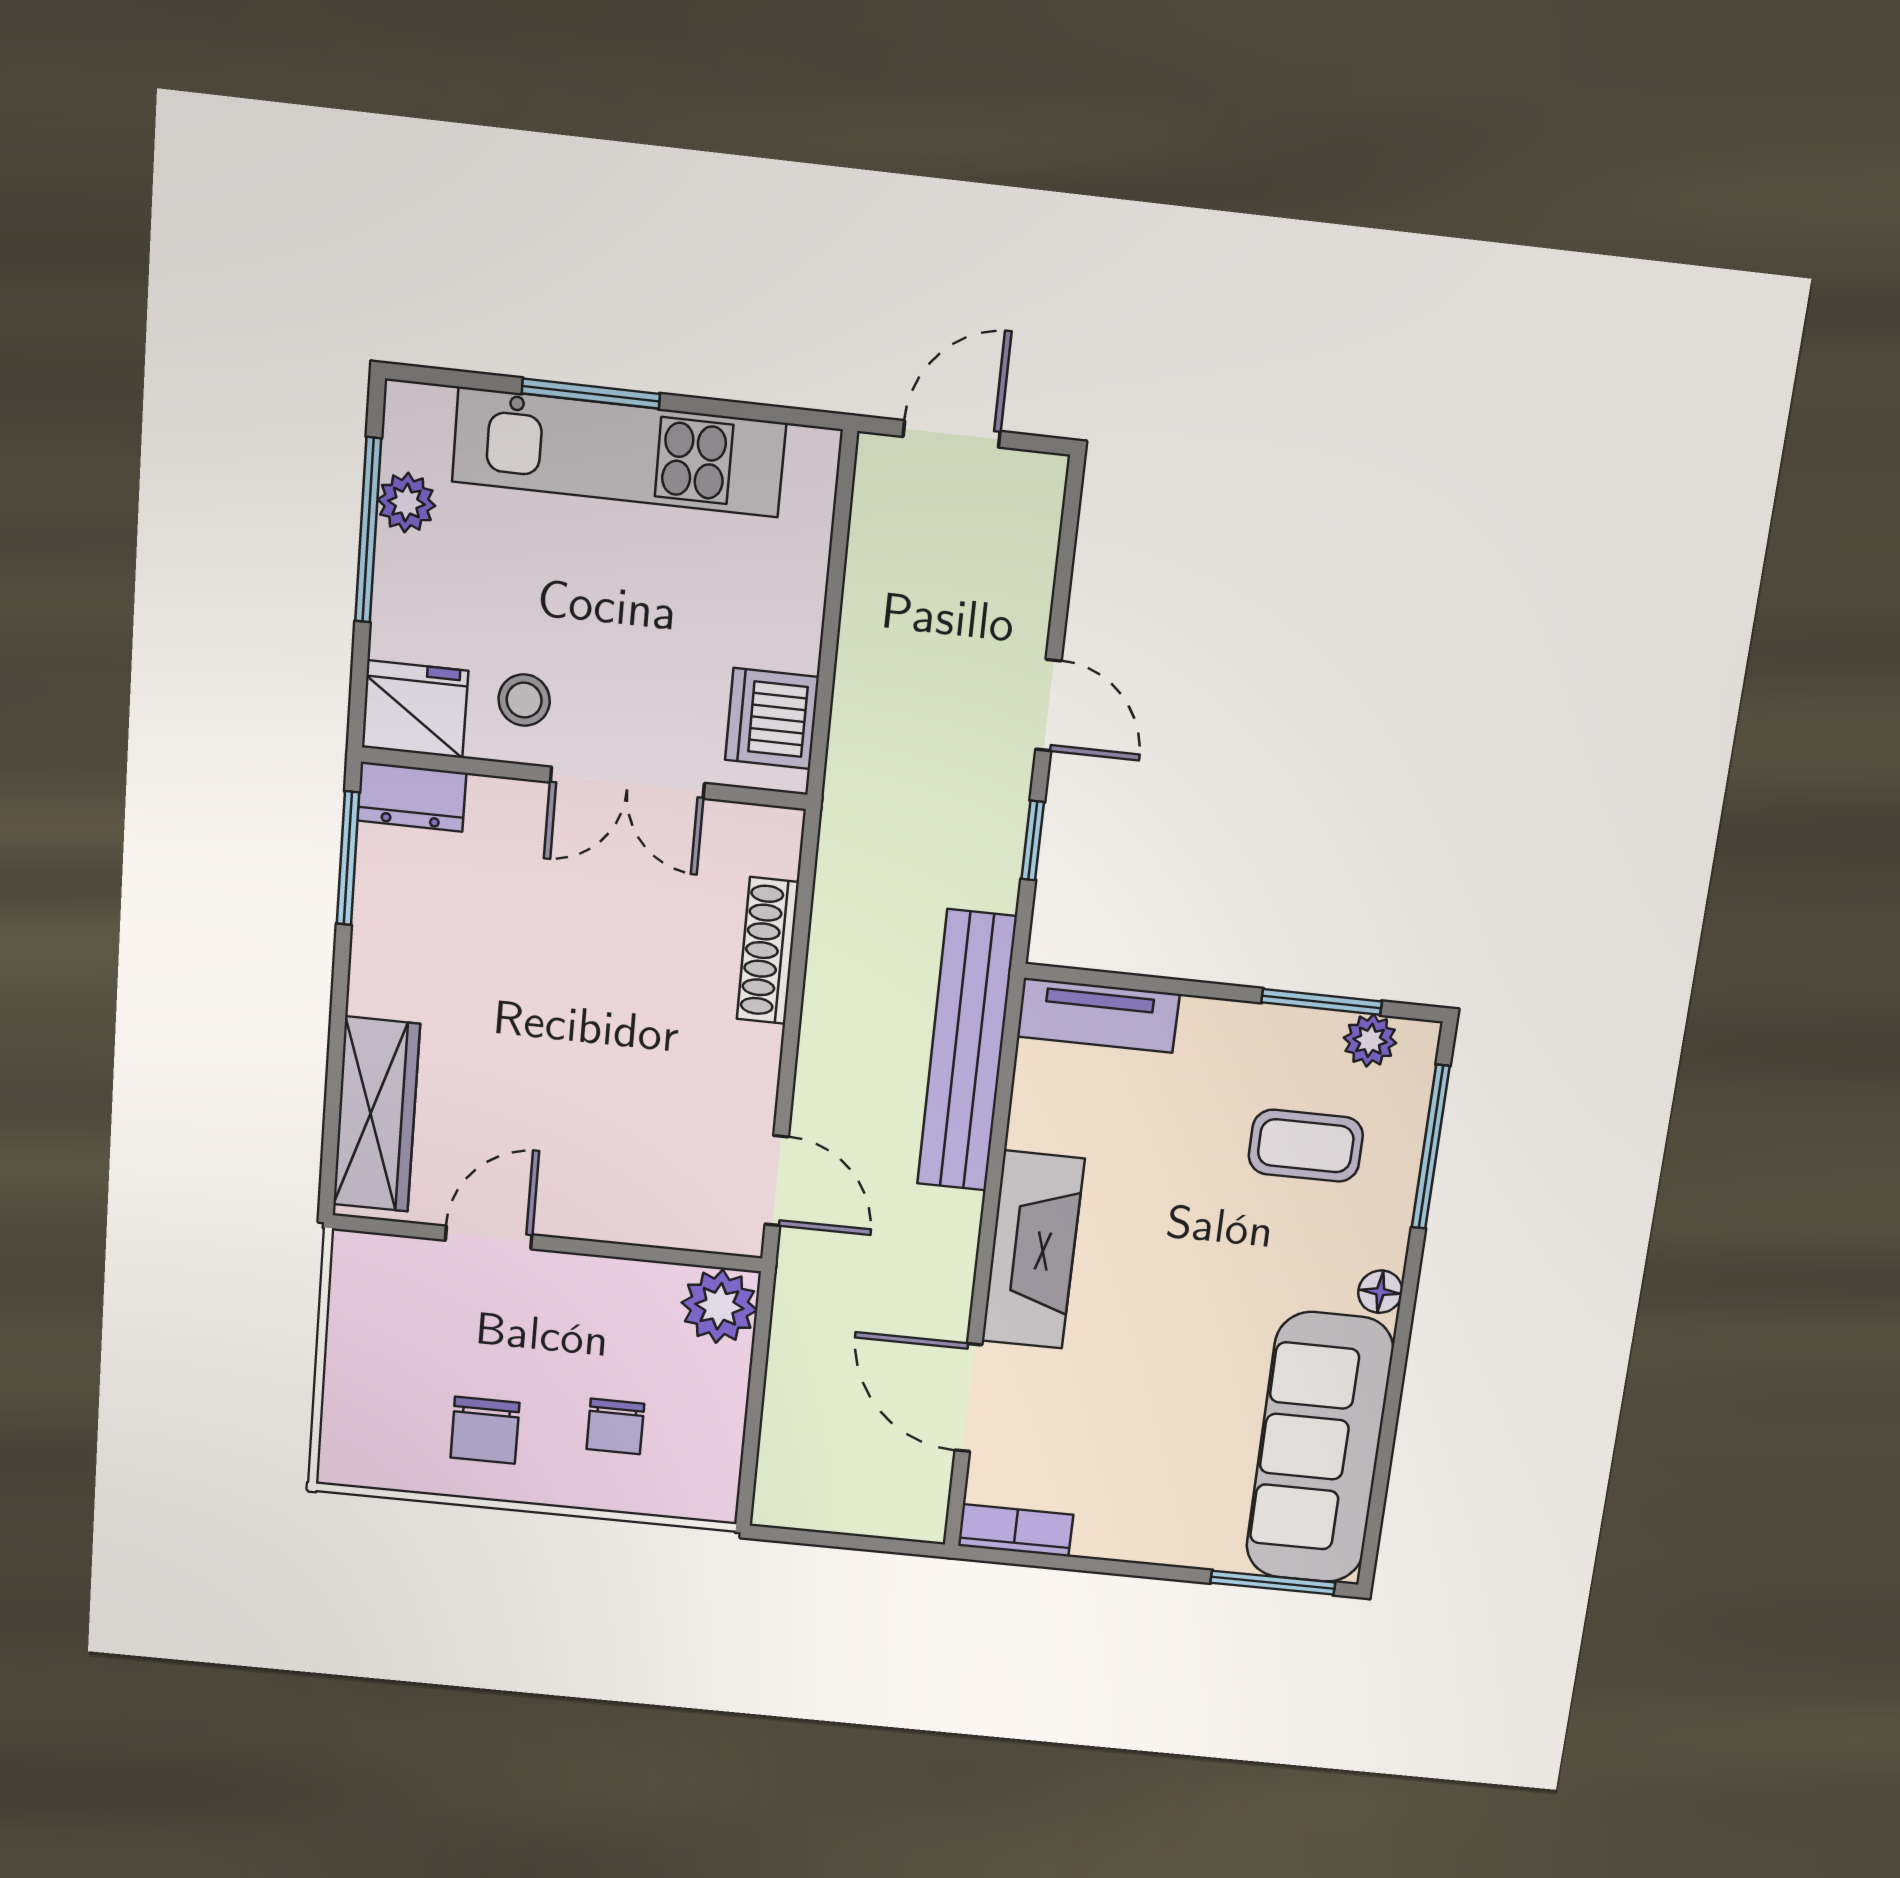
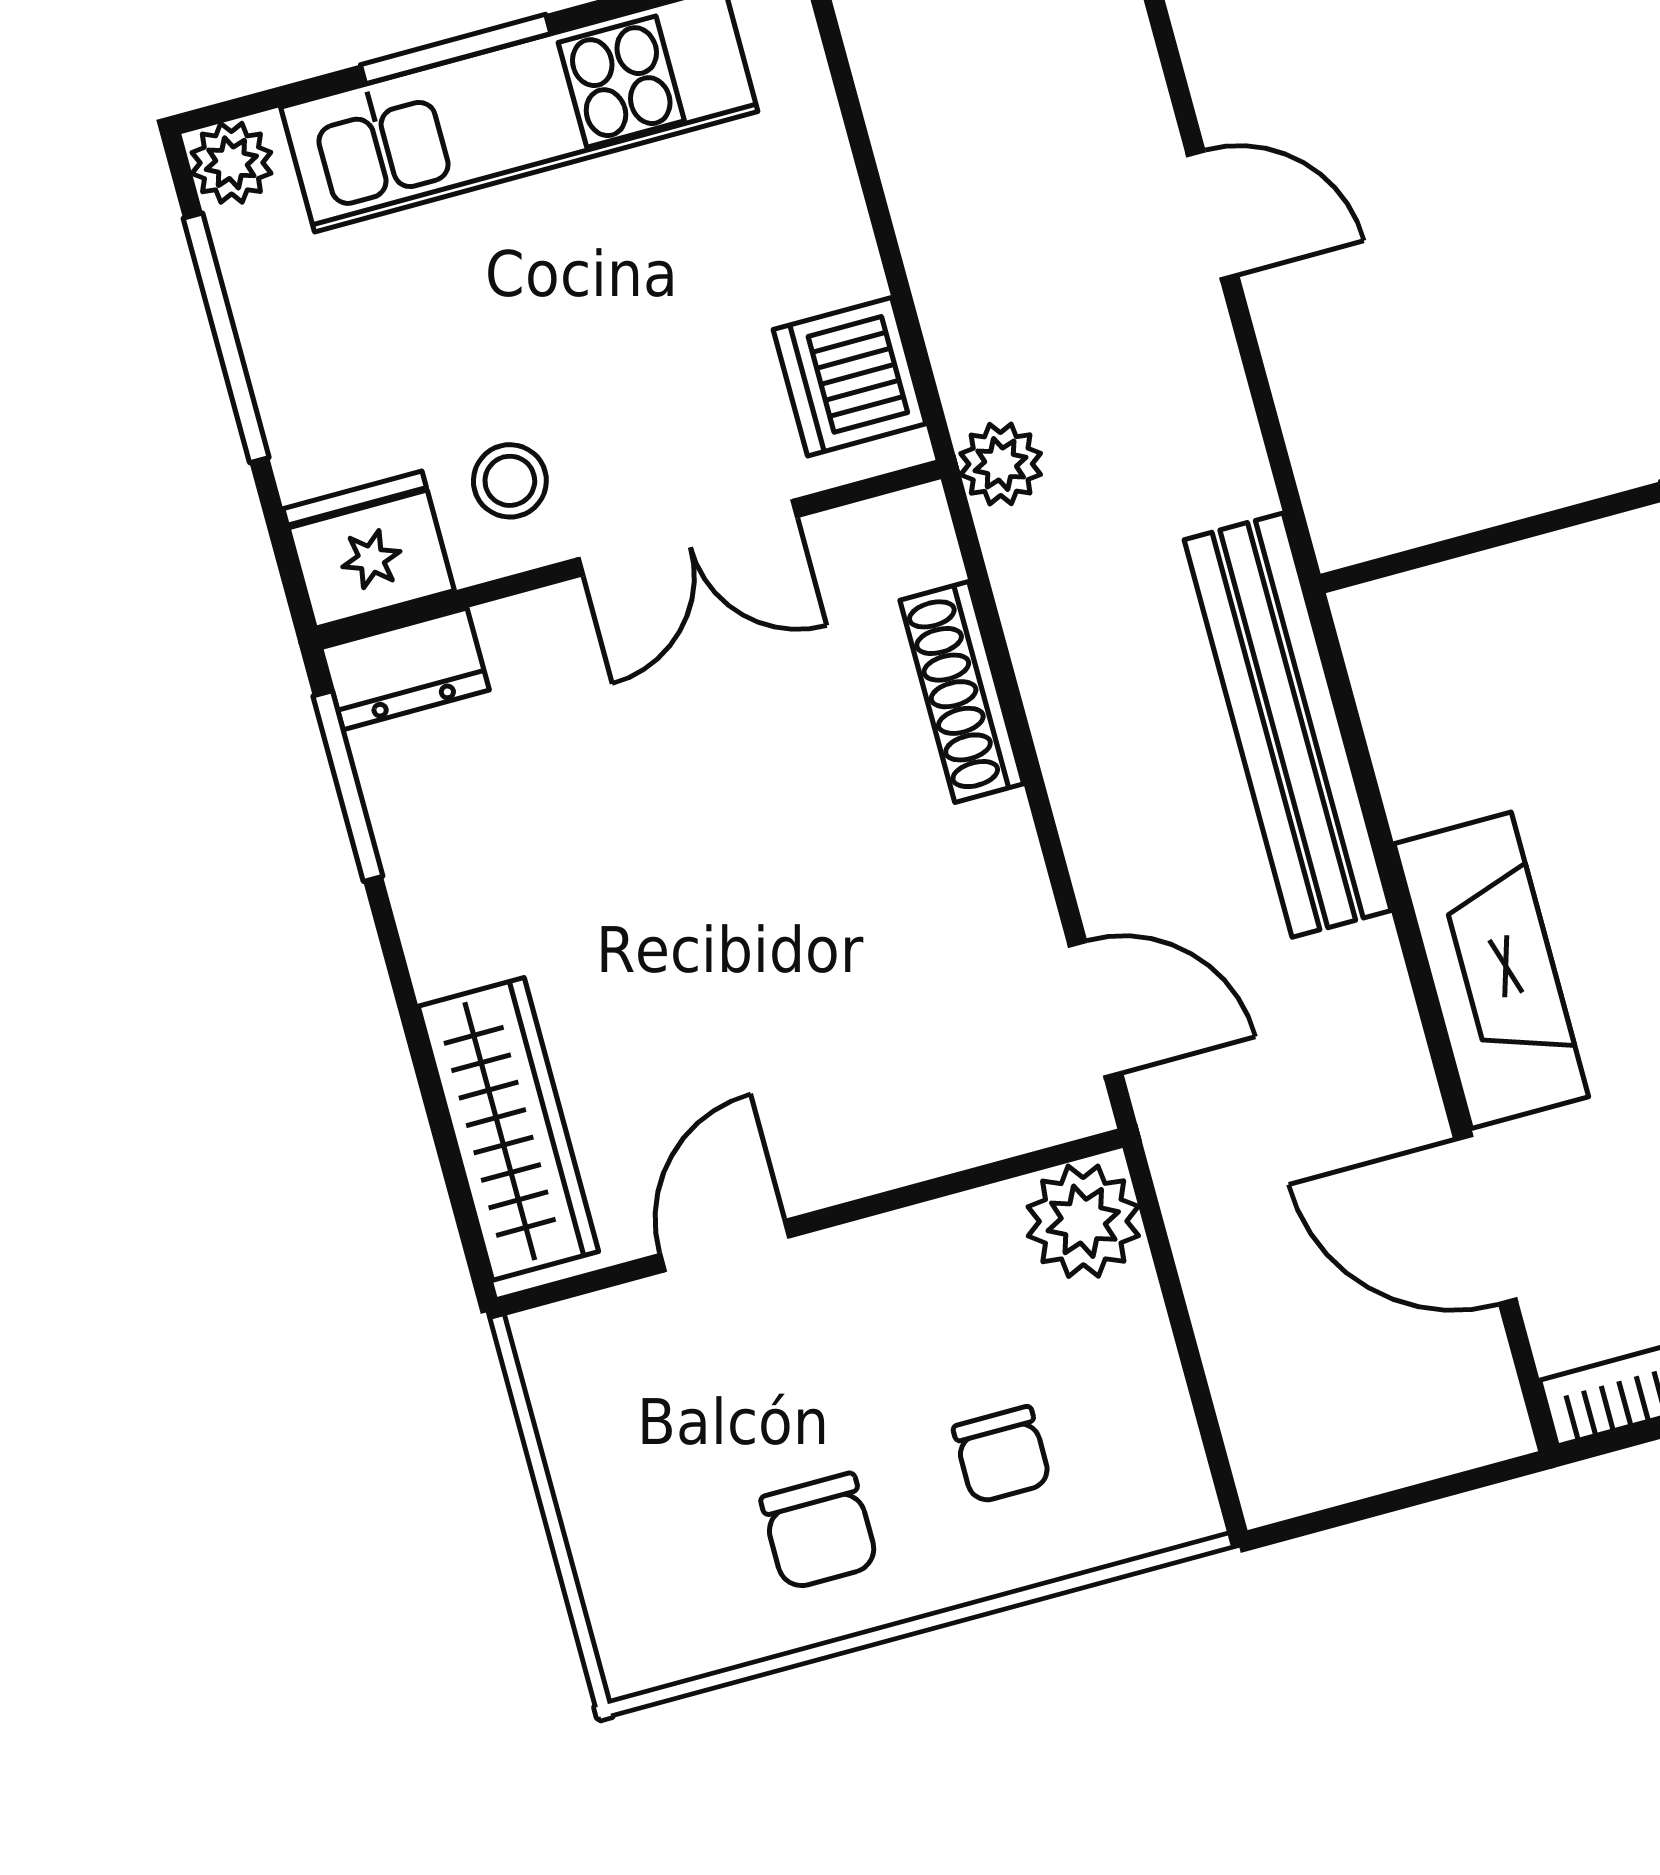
plant: (406, 503) -> (231, 163), moved
plant: (848, 814) -> (1001, 464), added
window: (1033, 841) -> (1264, 403), removed
tv unit: (1098, 1015) -> (1449, 605), removed

